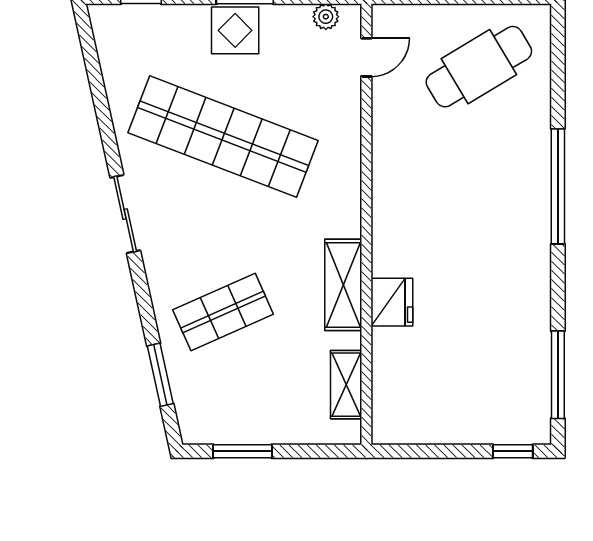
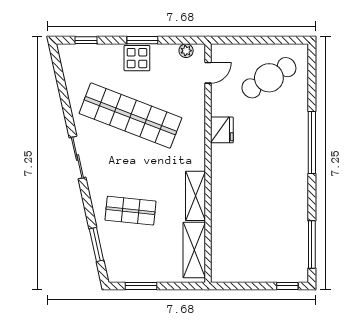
fridge: (392, 302) -> (222, 130), moved
shop shelf: (223, 312) -> (130, 211), turned 30
shelving: (346, 385) -> (194, 250), width x1.50, depth x1.33

